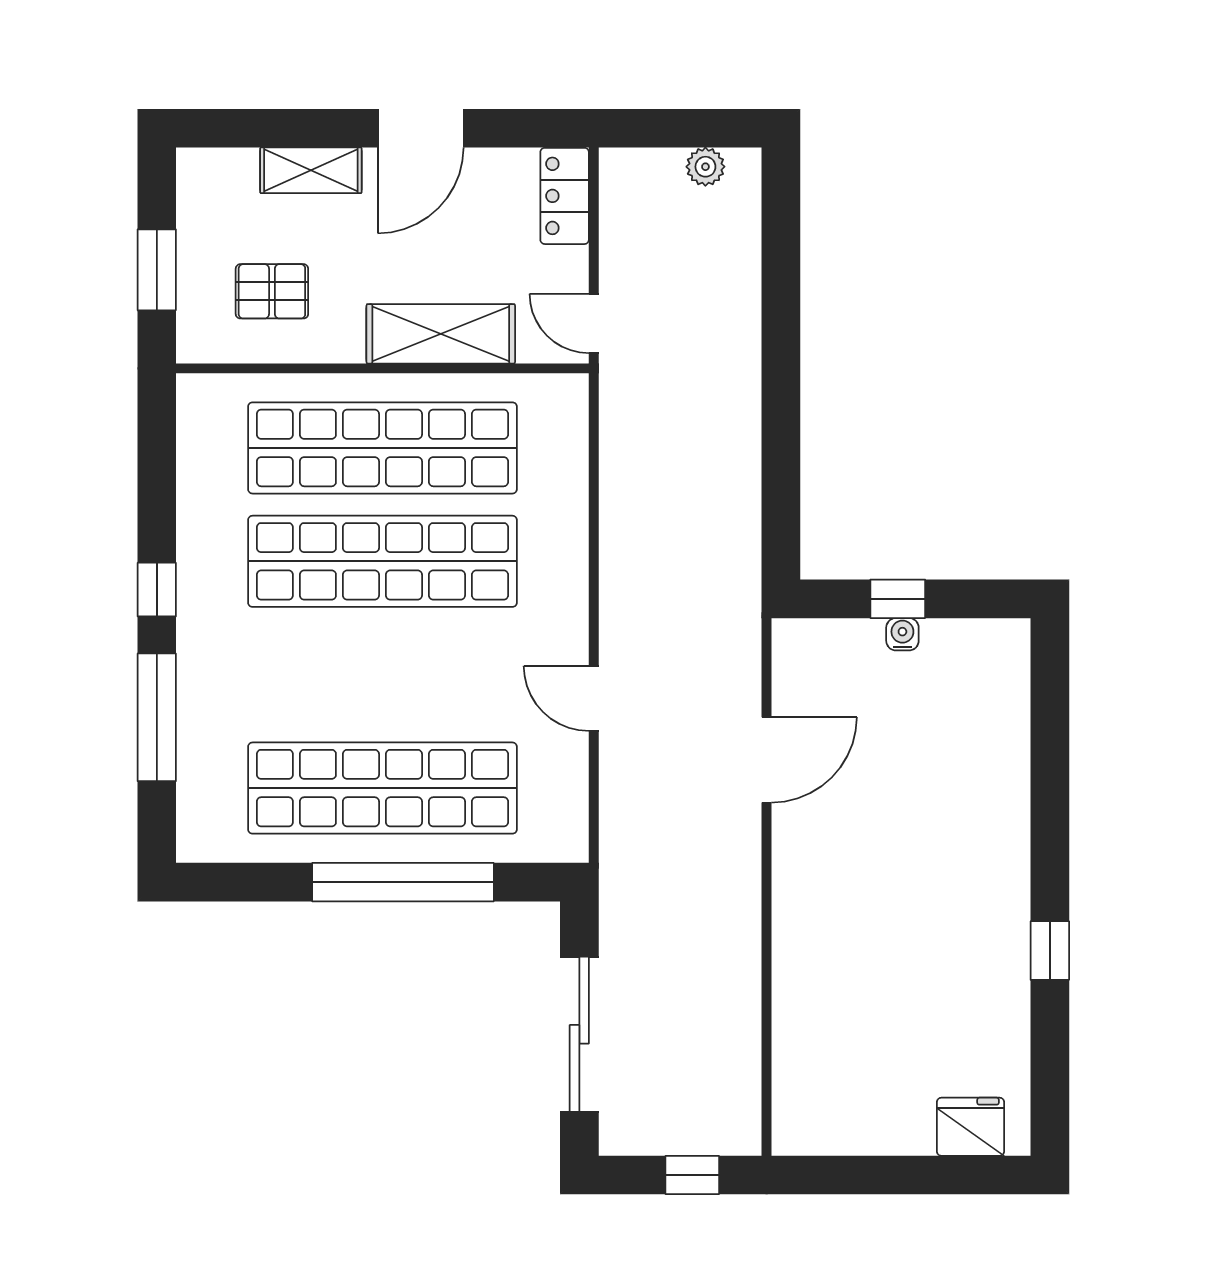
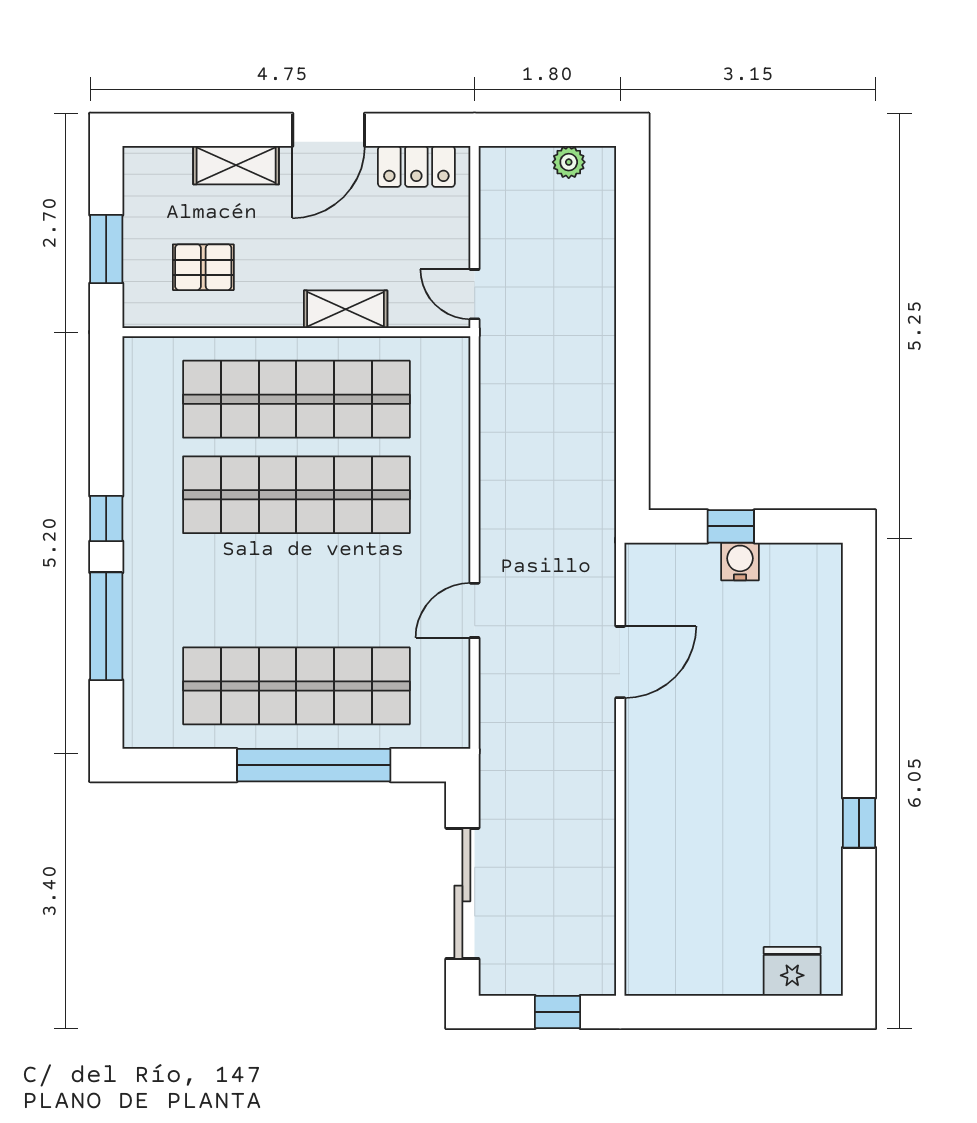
locker: (565, 196) -> (416, 166), moved, turned -90
shelving: (441, 334) -> (346, 309), width x0.67, depth x0.75
water cooler: (902, 634) -> (740, 561), width x1.38, depth x1.38
door: (594, 698) -> (475, 610), hinge flipped

